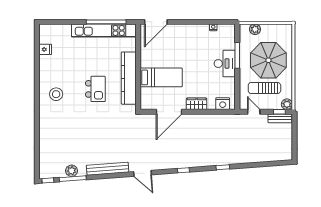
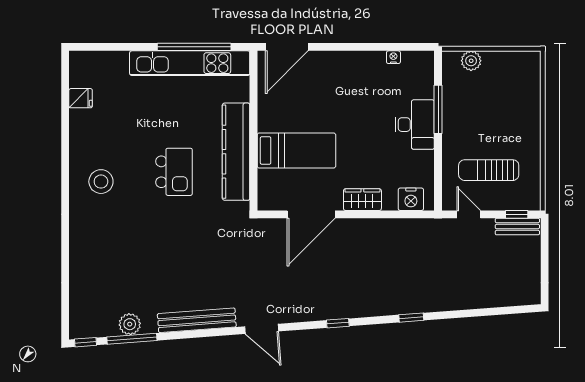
parasol: (268, 60) -> (496, 118), removed
plant: (287, 104) -> (531, 200), removed

